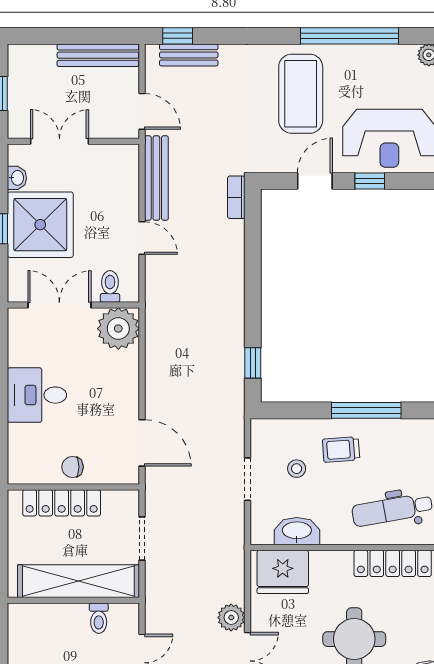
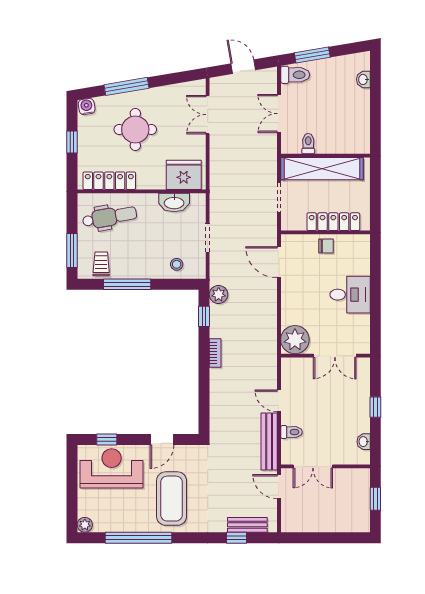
window: (178, 36) -> (236, 538), moved
bench: (98, 55) -> (309, 525), removed
double door: (60, 141) -> (313, 466), moved
window: (370, 181) -> (107, 440), moved
bookcase: (236, 197) -> (215, 353), moved
shower: (40, 225) -> (348, 410), removed
toilet: (110, 286) -> (291, 432), moved, turned -90
trolley: (341, 450) -> (101, 264), moved, turned -86
stool: (297, 469) -> (177, 264), moved
plant: (231, 618) -> (219, 294), moved

